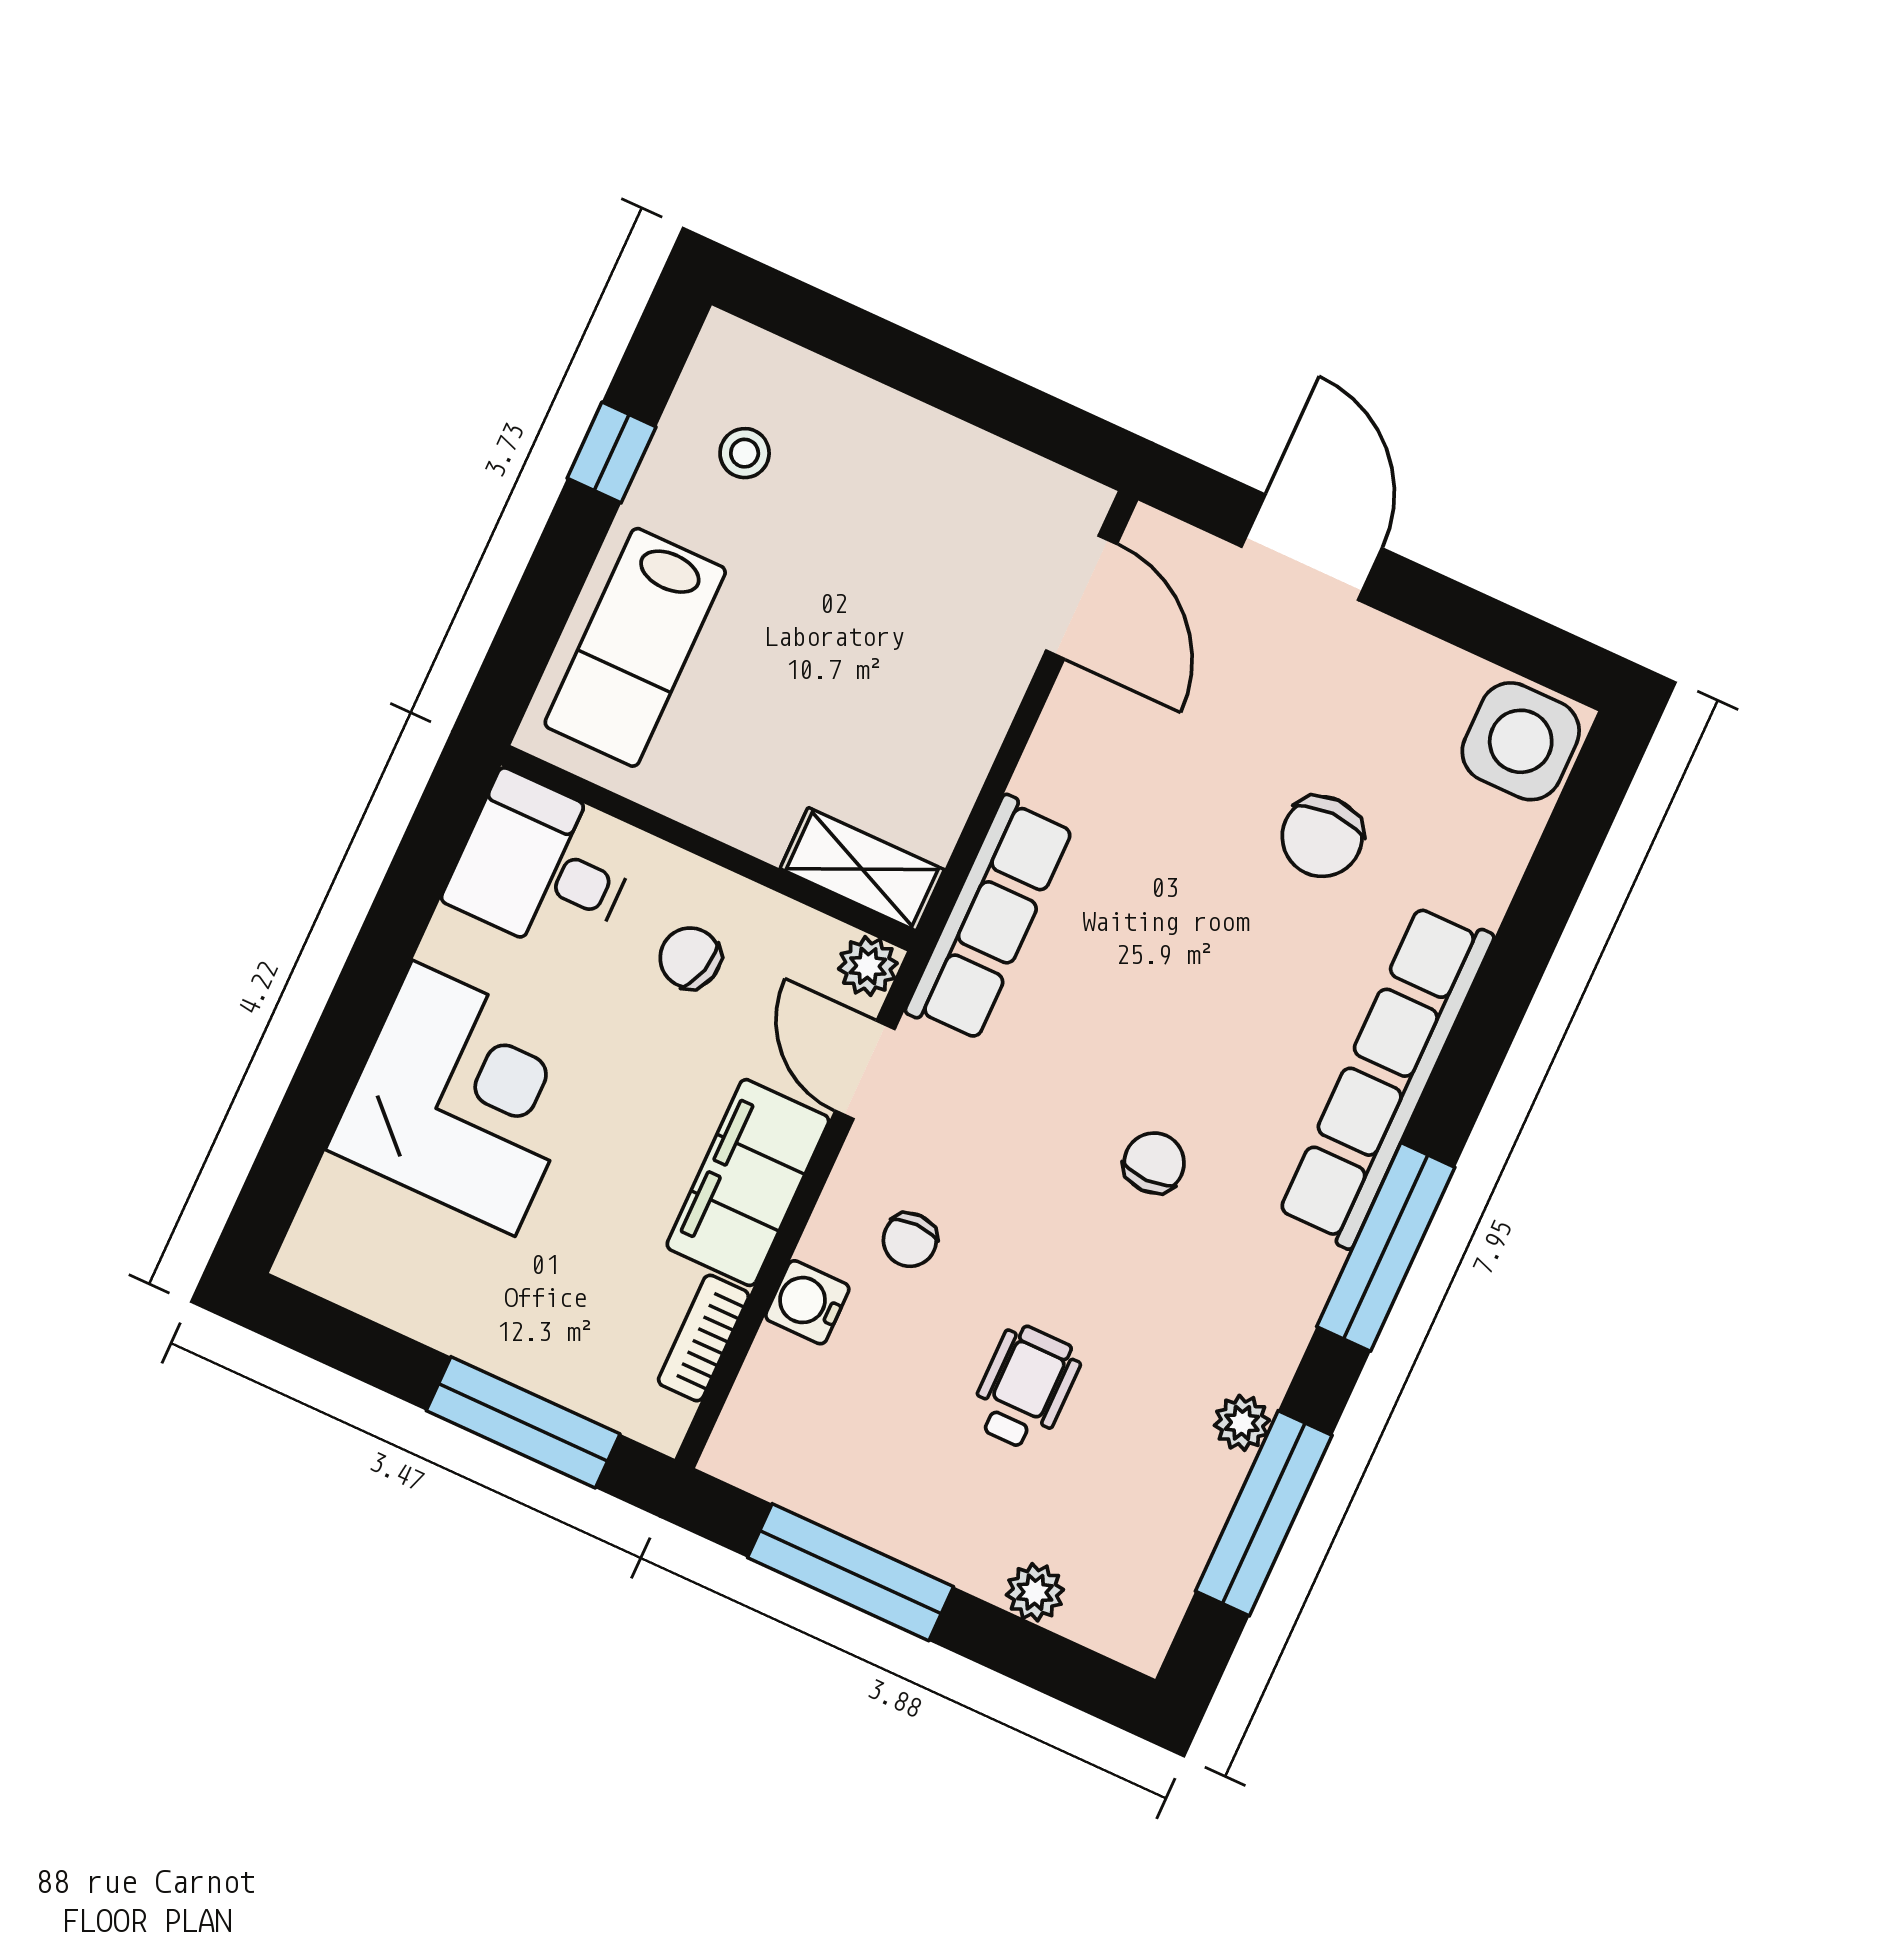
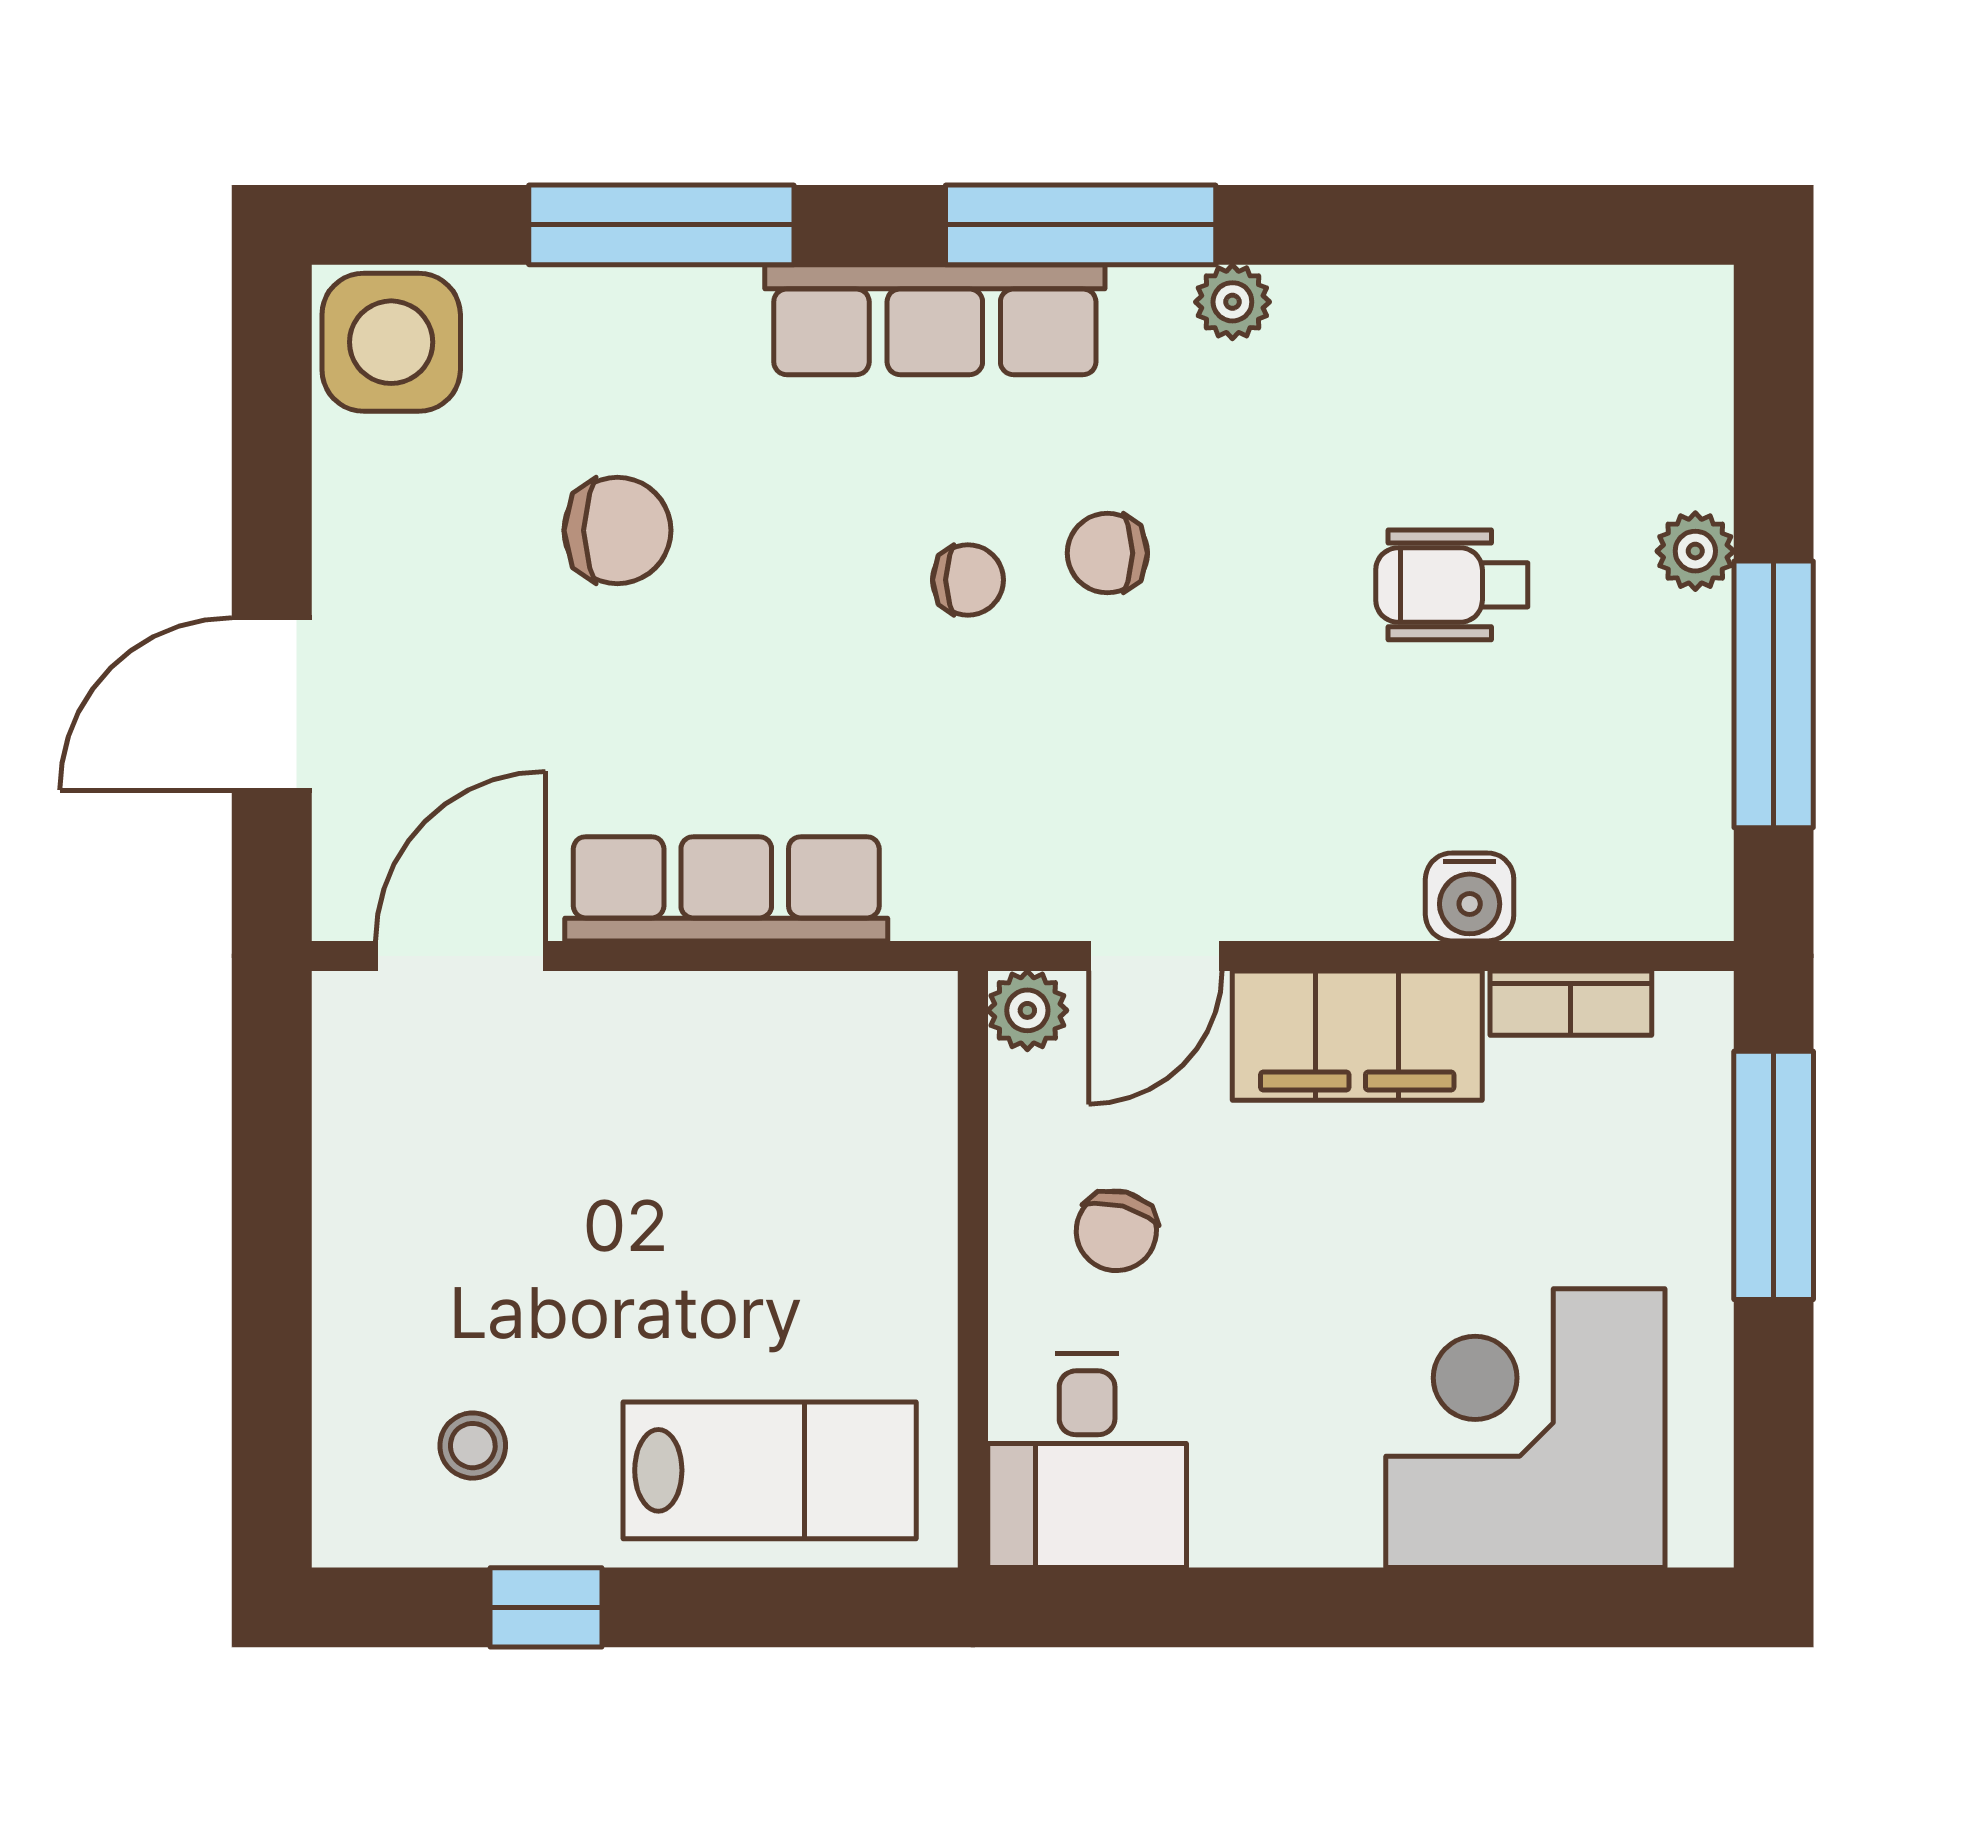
shelving: (862, 869) -> (913, 1071), removed
row of seats: (990, 919) -> (726, 889), moved
row of seats: (1386, 1076) -> (935, 320), width x0.73
corner desk: (464, 1098) -> (1525, 1428), moved
chair: (910, 1240) -> (968, 580), moved
plant: (1242, 1423) -> (1232, 302), moved
window: (1264, 1513) -> (661, 225), moved
plant: (1035, 1592) -> (1695, 551), moved

